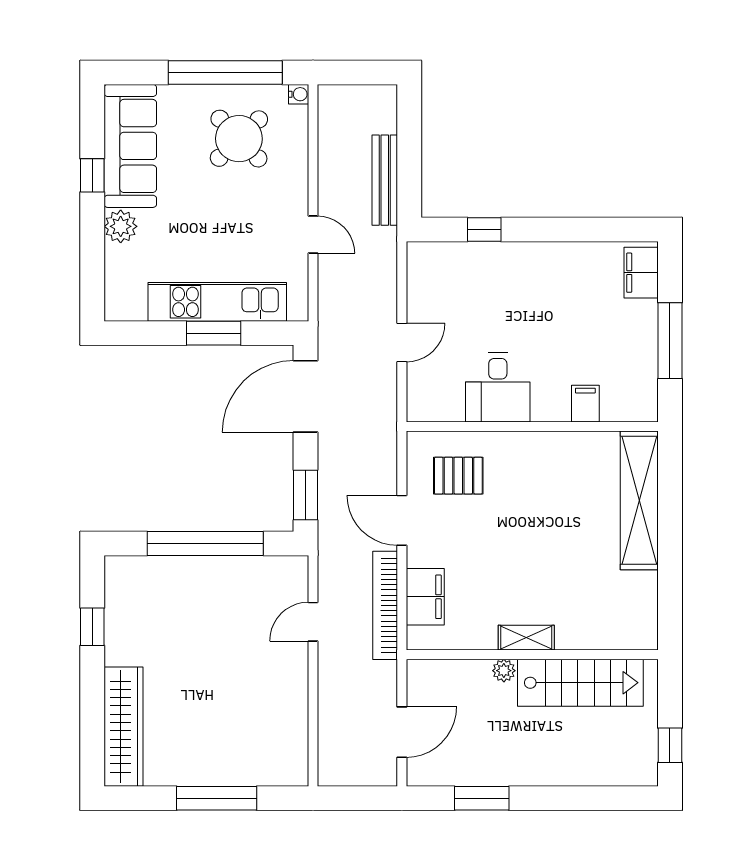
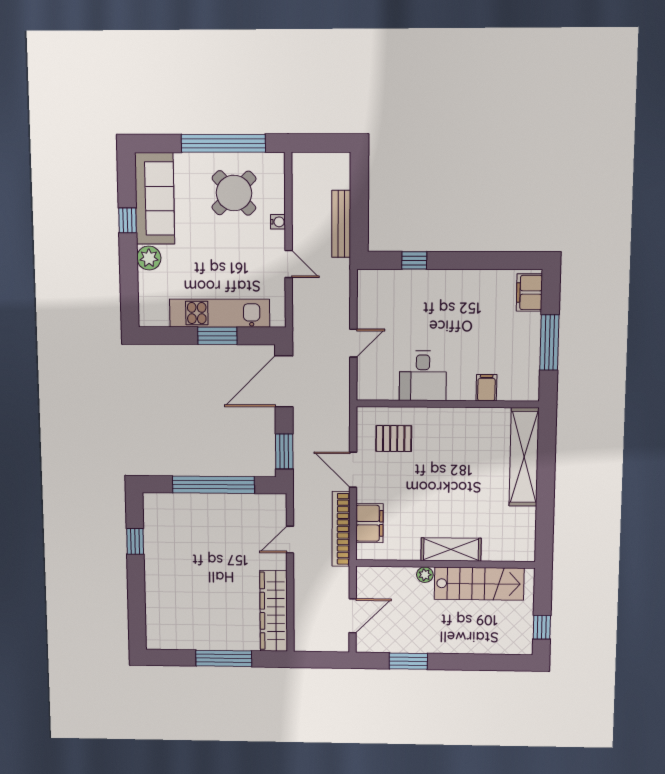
water cooler: (299, 94) -> (278, 222), moved
shelving: (526, 638) -> (451, 549), width x1.50, depth x1.33
wardrobe: (123, 727) -> (274, 611), moved, turned 180

